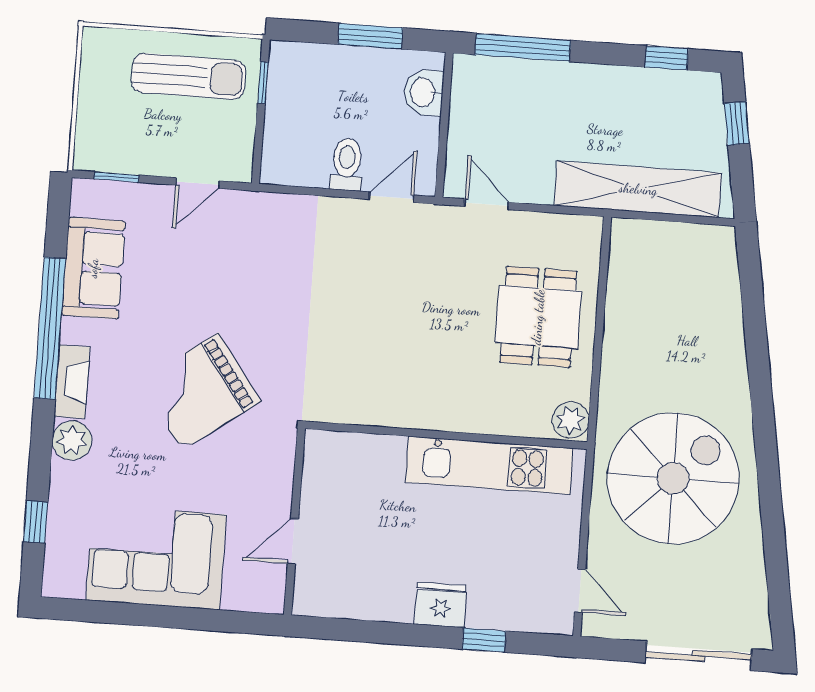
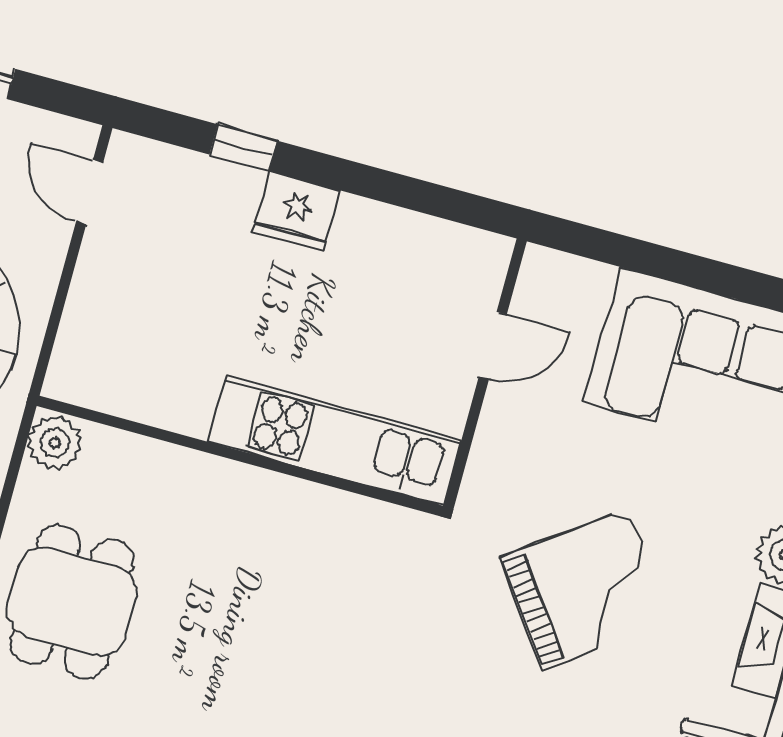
kitchen unit: (489, 465) -> (335, 441), moved

